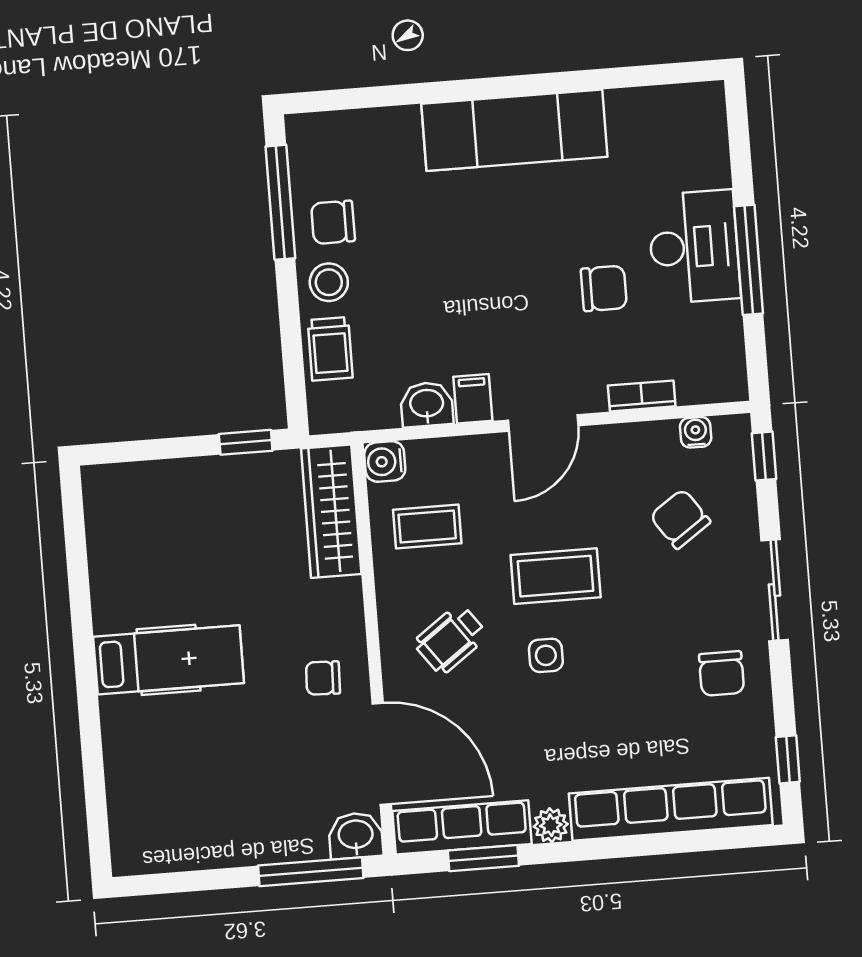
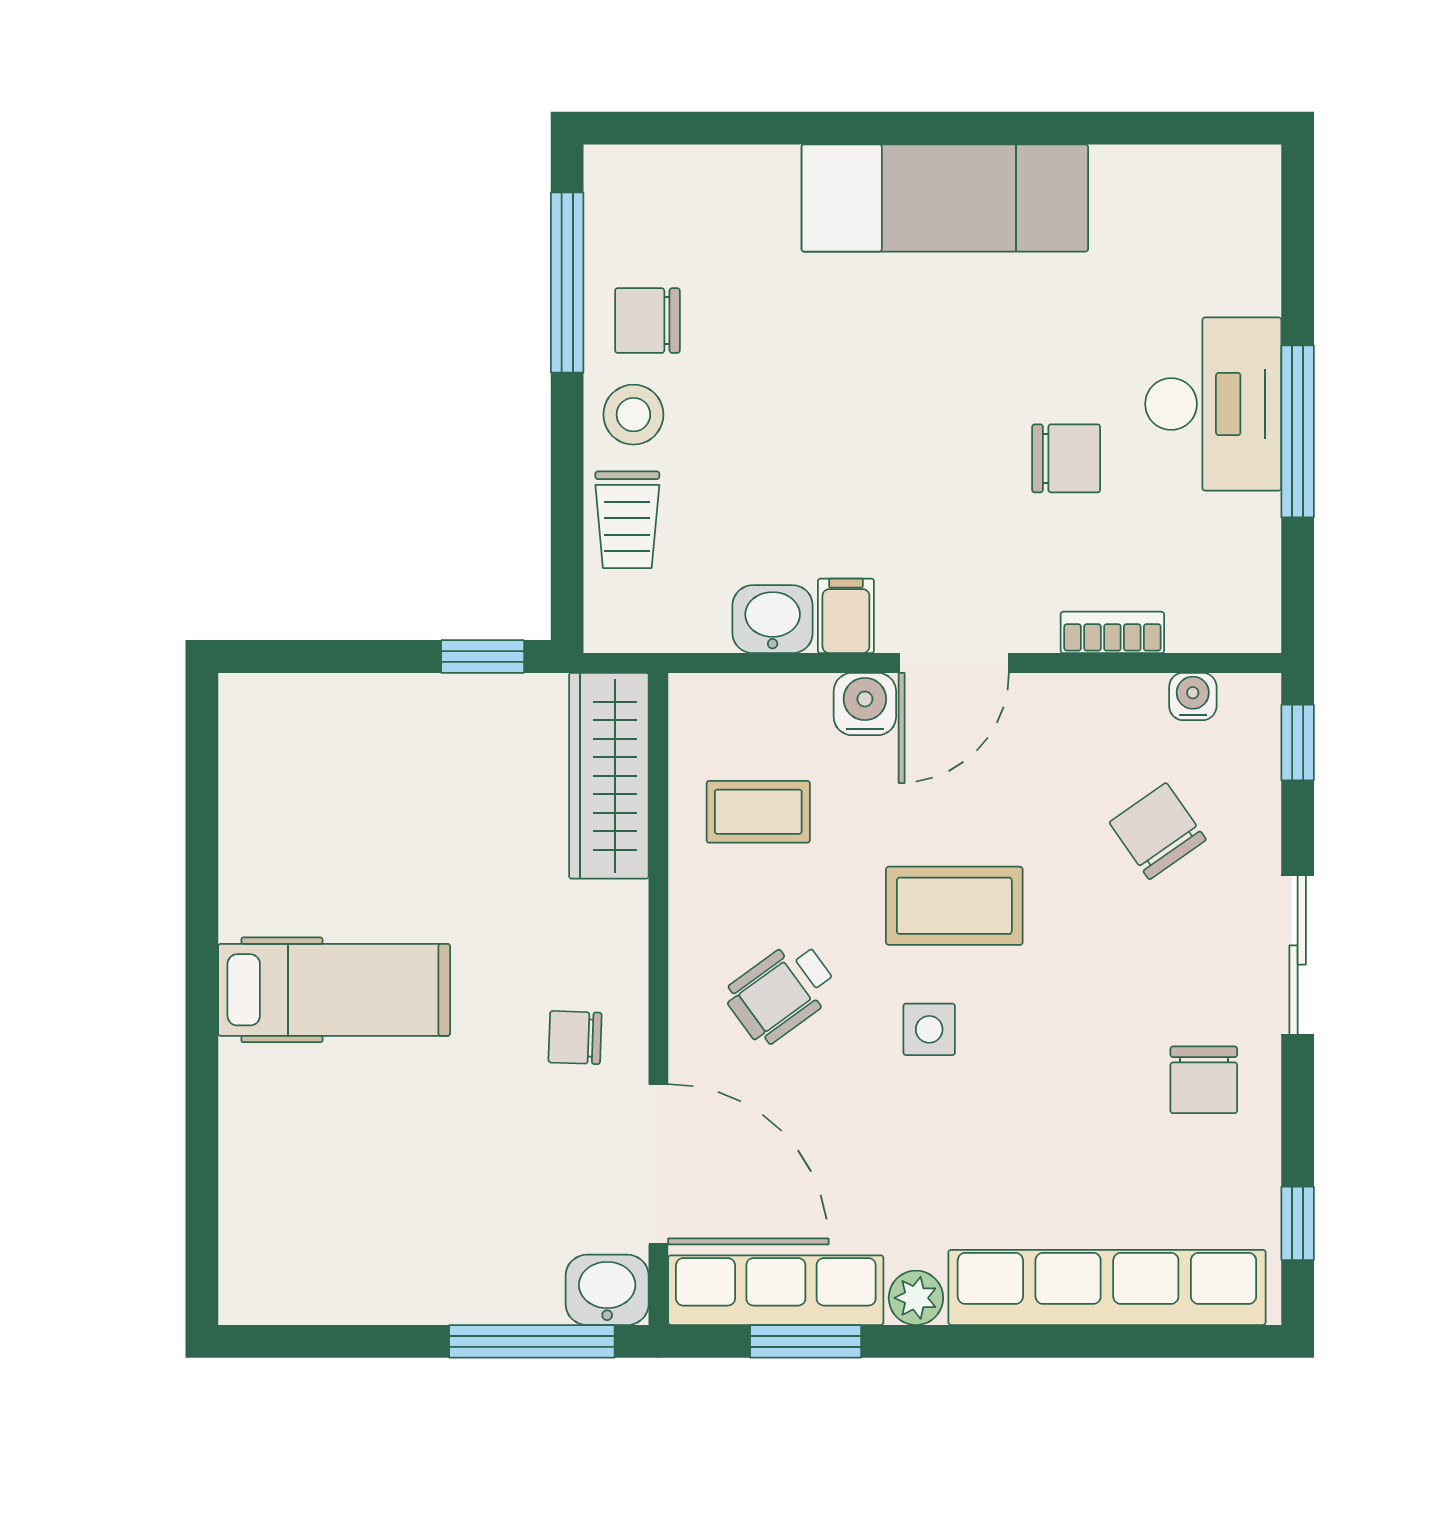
water cooler: (385, 462) -> (865, 704), moved, turned 90

